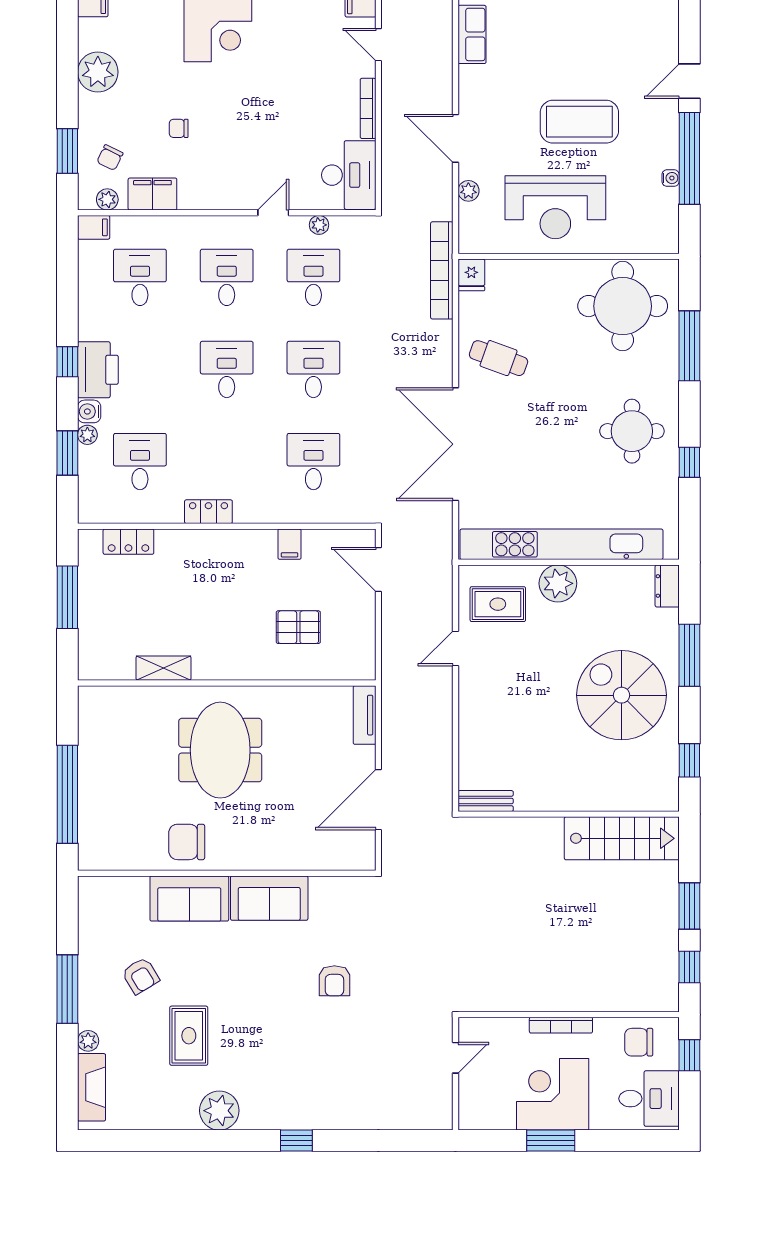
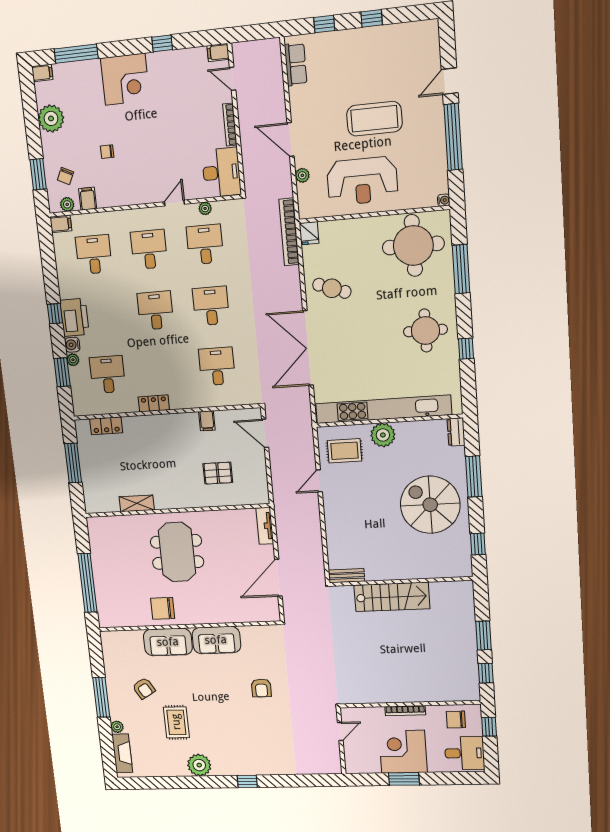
water cooler: (671, 178) -> (444, 200), moved
filing cabinet: (152, 194) -> (88, 199), width x0.50
stairs: (622, 838) -> (392, 597), moved

